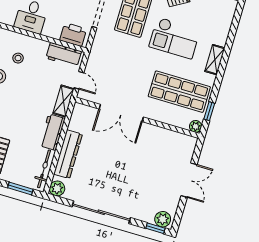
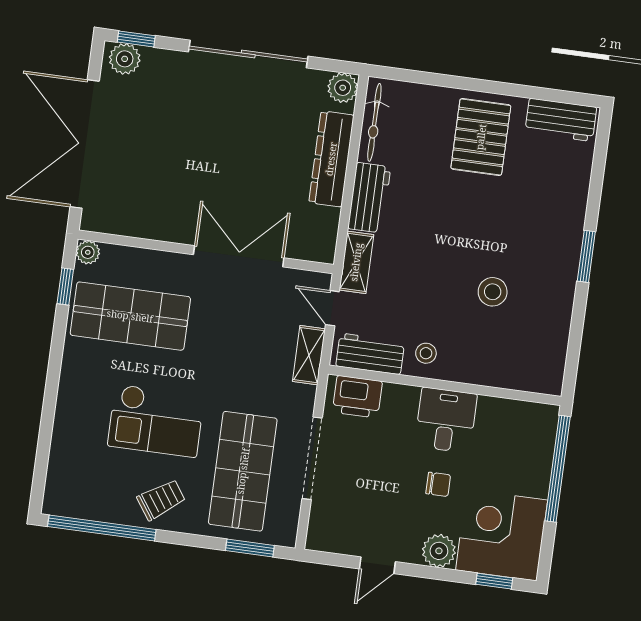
checkout: (175, 38) -> (156, 421), turned 180
stool: (18, 58) -> (426, 353), moved
shelving: (215, 60) -> (309, 355), moved
double door: (189, 180) -> (85, 144), width x1.87
window: (20, 188) -> (415, 77), removed

